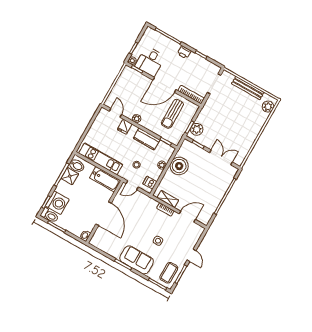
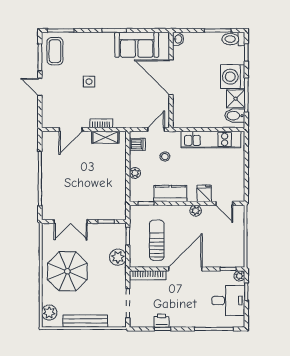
printer: (184, 52) -> (162, 321), moved
desk: (150, 61) -> (228, 301), moved, turned 90
parasol: (241, 127) -> (67, 271), added
plant: (197, 129) -> (118, 257), moved
boiler: (179, 166) -> (114, 184), removed
bathtub: (105, 179) -> (192, 119), removed
washing machine: (57, 203) -> (233, 77), moved
sofa: (137, 260) -> (137, 45), moved

